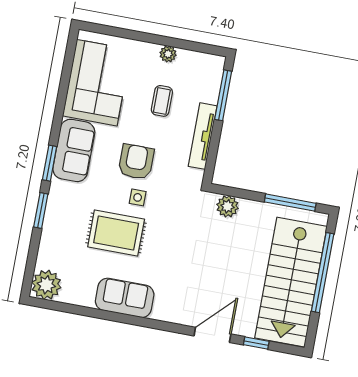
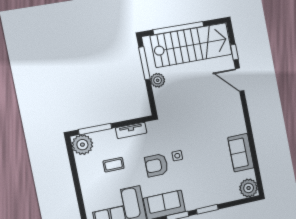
plant: (168, 54) -> (82, 145), moved, width x1.87, depth x1.87
tv unit: (203, 136) -> (131, 130), width x0.71
plant: (227, 206) -> (158, 80), moved
rug: (116, 233) -> (203, 160), removed
sofa: (125, 298) -> (241, 153), moved

